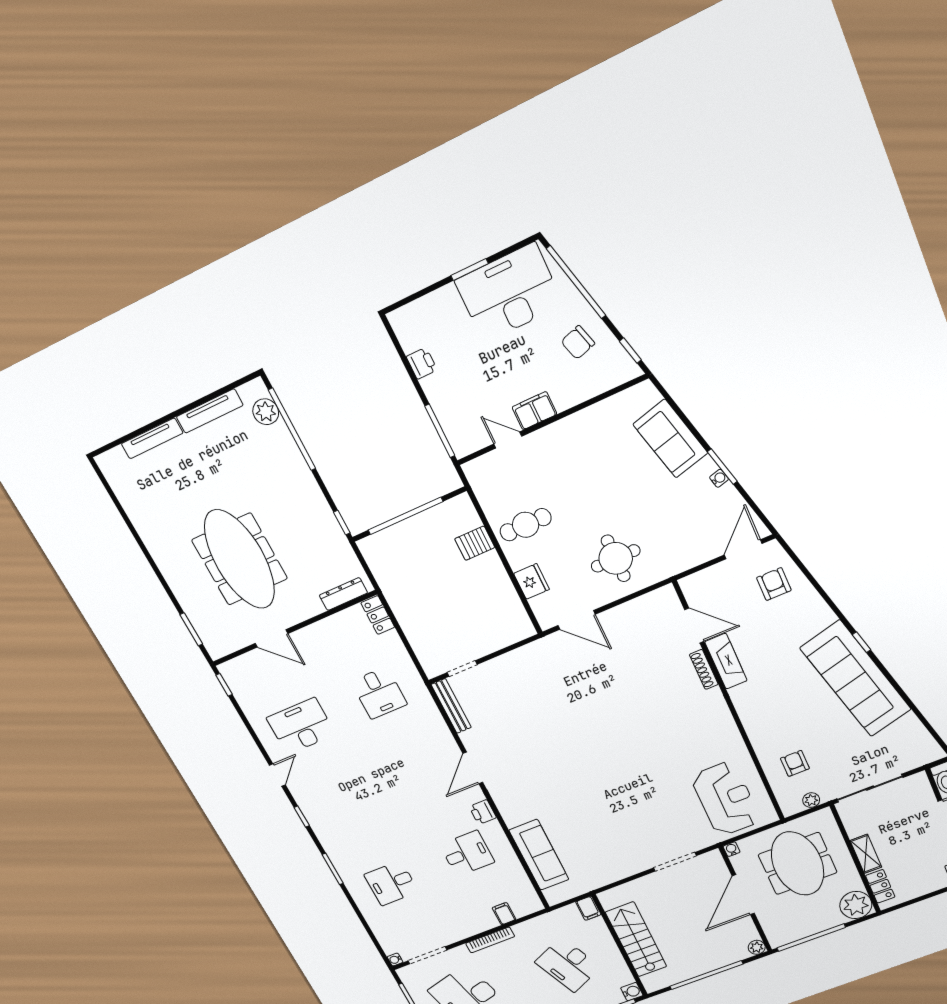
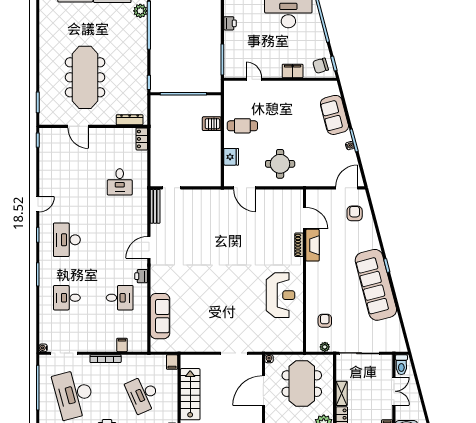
chair: (578, 343) -> (321, 66), moved
filing cabinet: (534, 411) -> (293, 71), moved
desk: (301, 726) -> (67, 240), moved, turned -90
reception desk: (726, 799) -> (281, 295), moved

